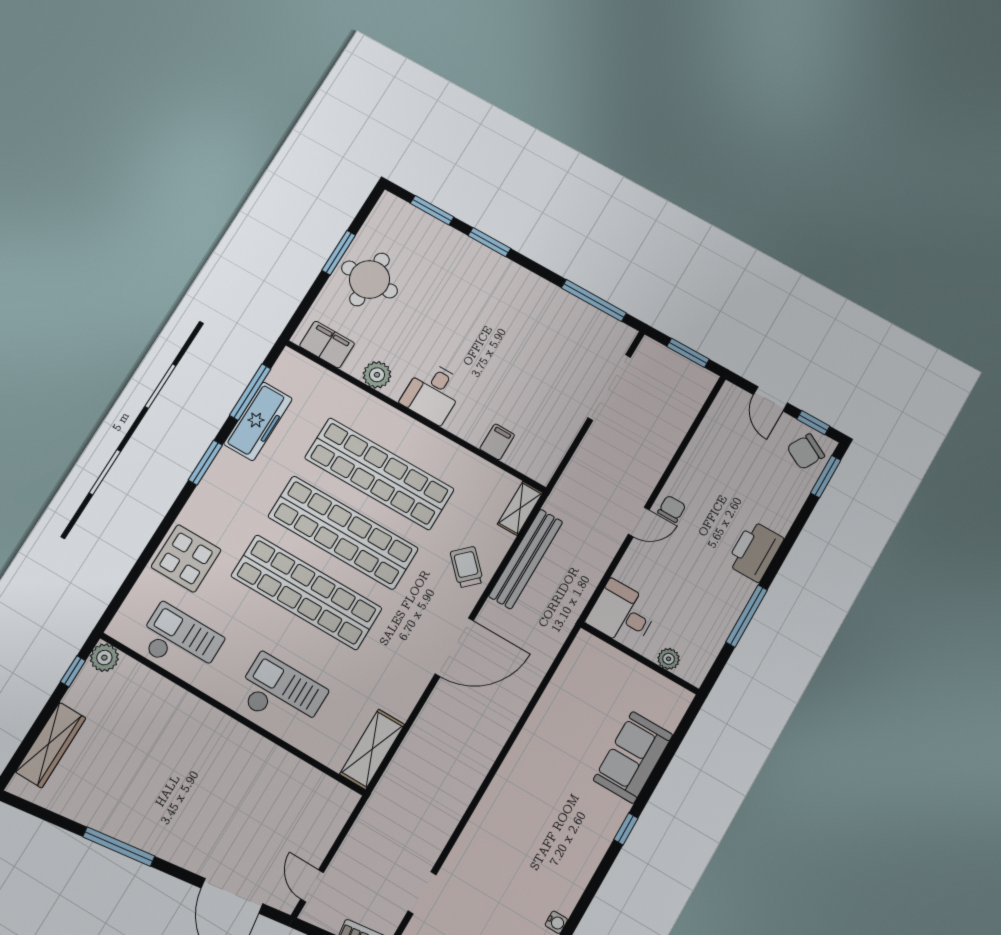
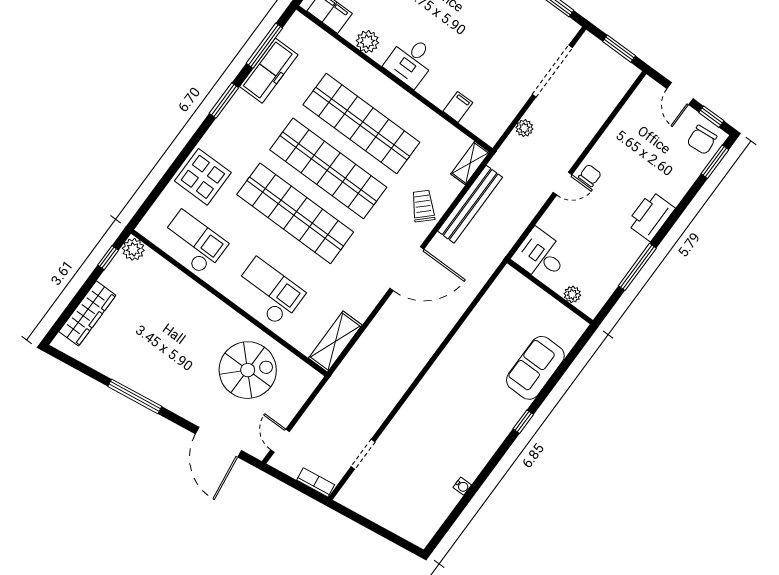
chair: (806, 452) -> (702, 140), turned -34
plant: (583, 459) -> (524, 128), added
spiral stairs: (263, 797) -> (248, 370), added

